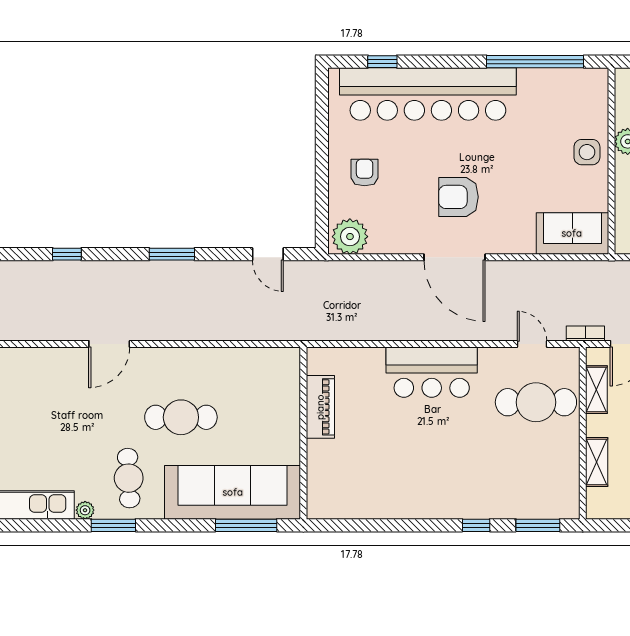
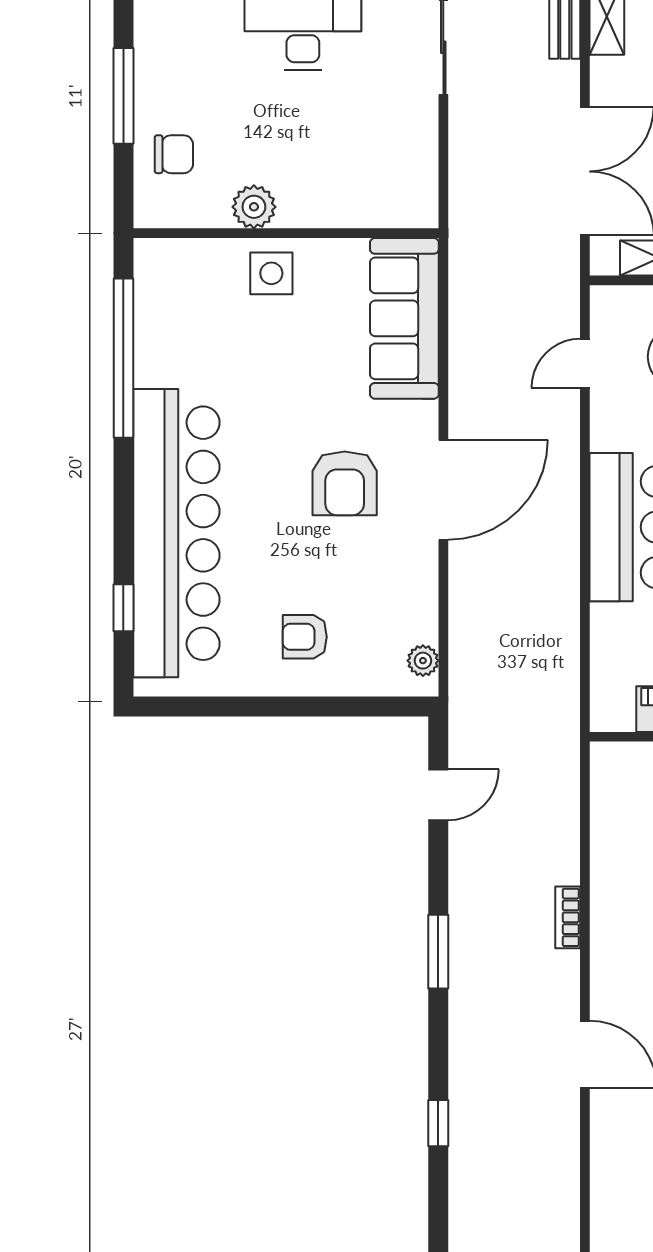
sofa: (572, 233) -> (404, 318), width x1.36
plant: (350, 237) -> (423, 661), width x0.53, depth x0.53
bookcase: (585, 334) -> (568, 917), moved

